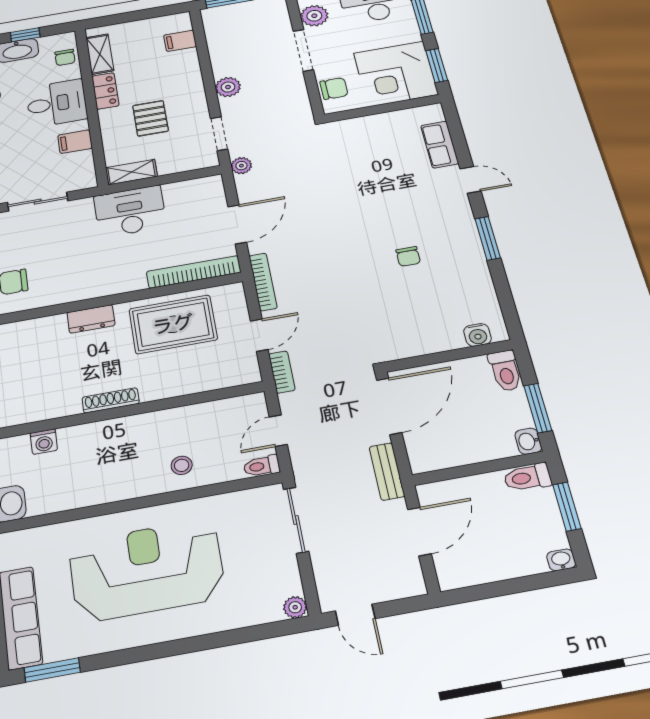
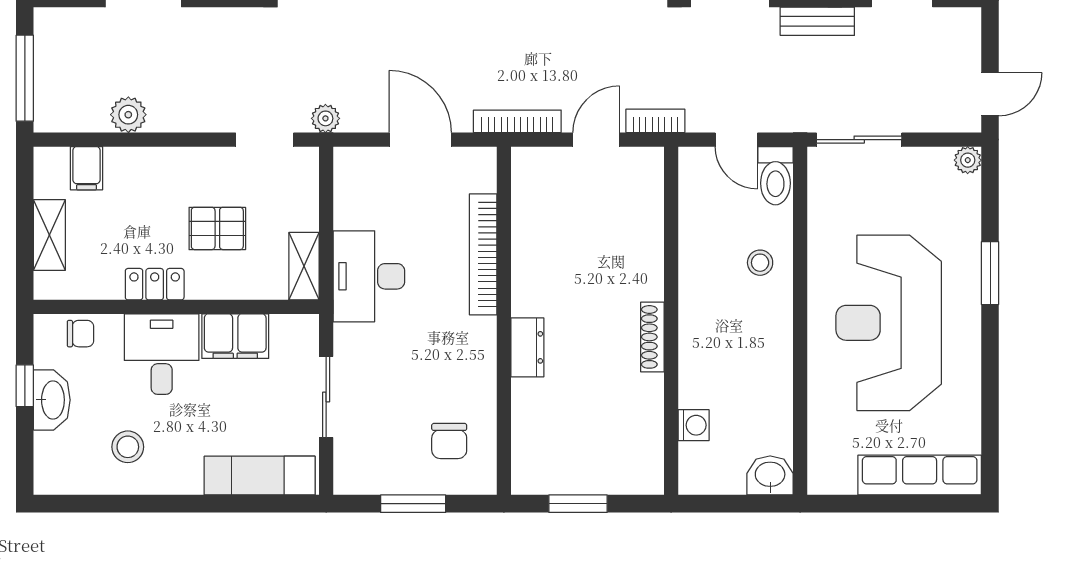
shelving: (100, 54) -> (49, 235), moved, turned 90
plant: (228, 87) -> (128, 115), moved
filing cabinet: (75, 142) -> (235, 336), width x2.00
bookcase: (194, 272) -> (483, 254), moved
rug: (173, 324) -> (557, 245), removed
door: (259, 335) -> (596, 140), hinge flipped
toilet: (262, 466) -> (775, 176), width x1.37, depth x1.39
window: (52, 670) -> (990, 273), moved

